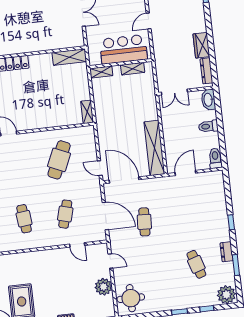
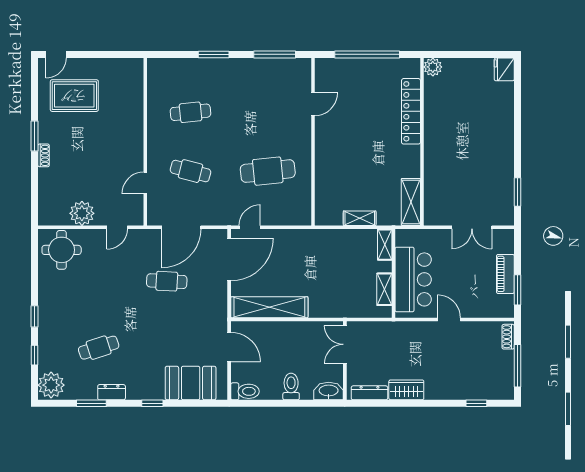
shelving: (87, 112) -> (360, 218), moved
cafe table: (59, 160) -> (268, 171), turned -30
booth: (214, 197) -> (191, 383), added

